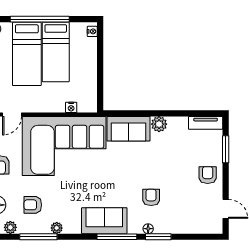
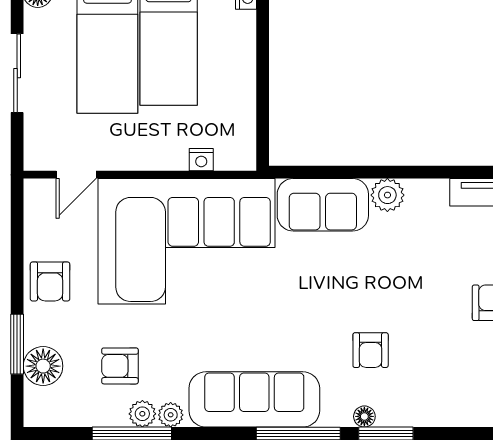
armchair: (151, 197) -> (371, 350), turned 180
sofa: (104, 221) -> (254, 399), width x1.36
plant: (10, 227) -> (142, 414), moved

